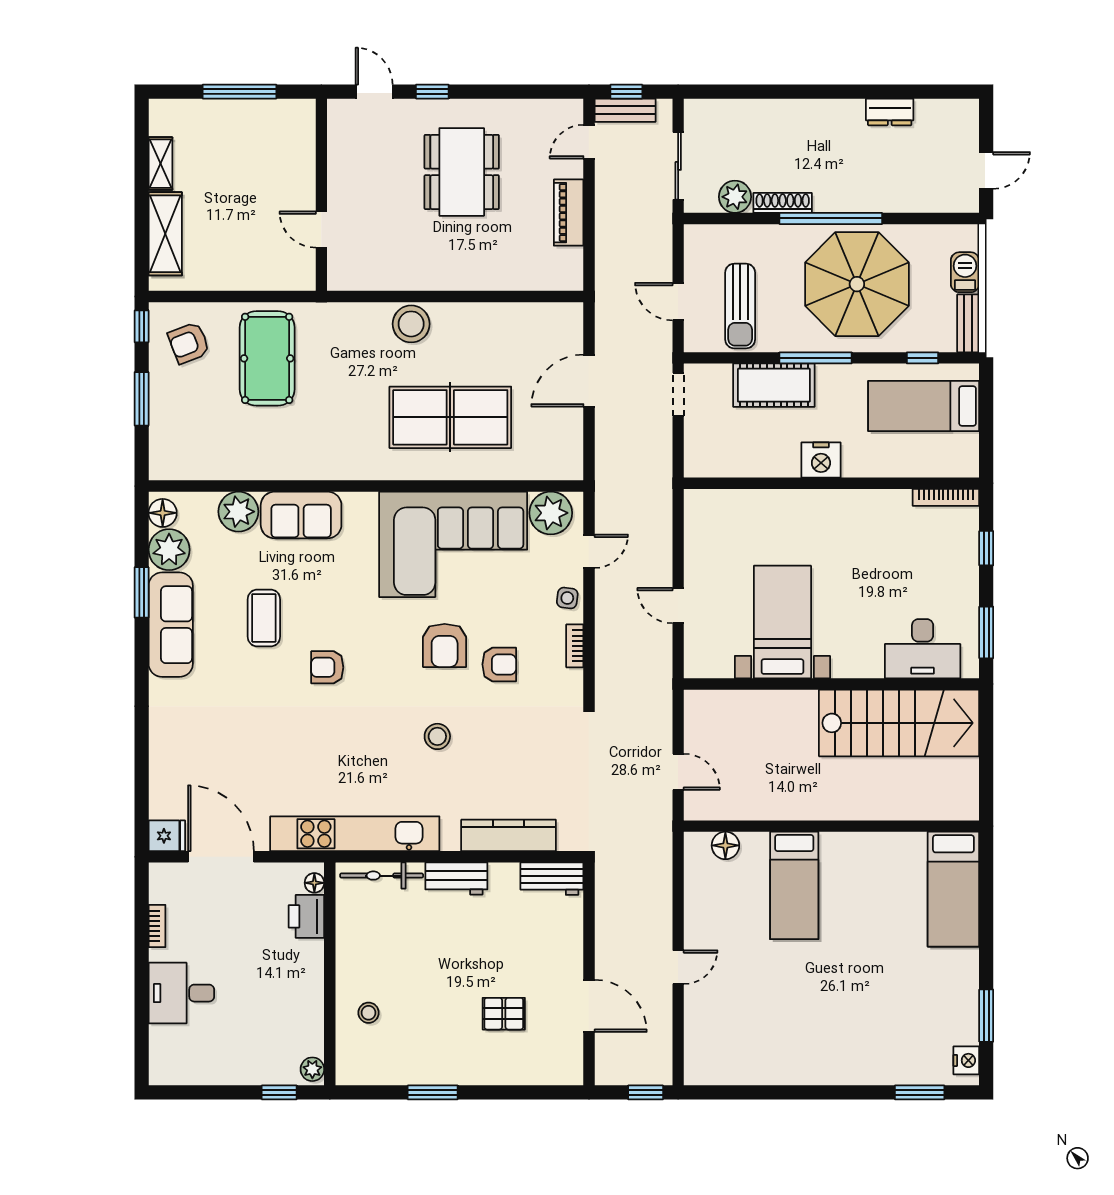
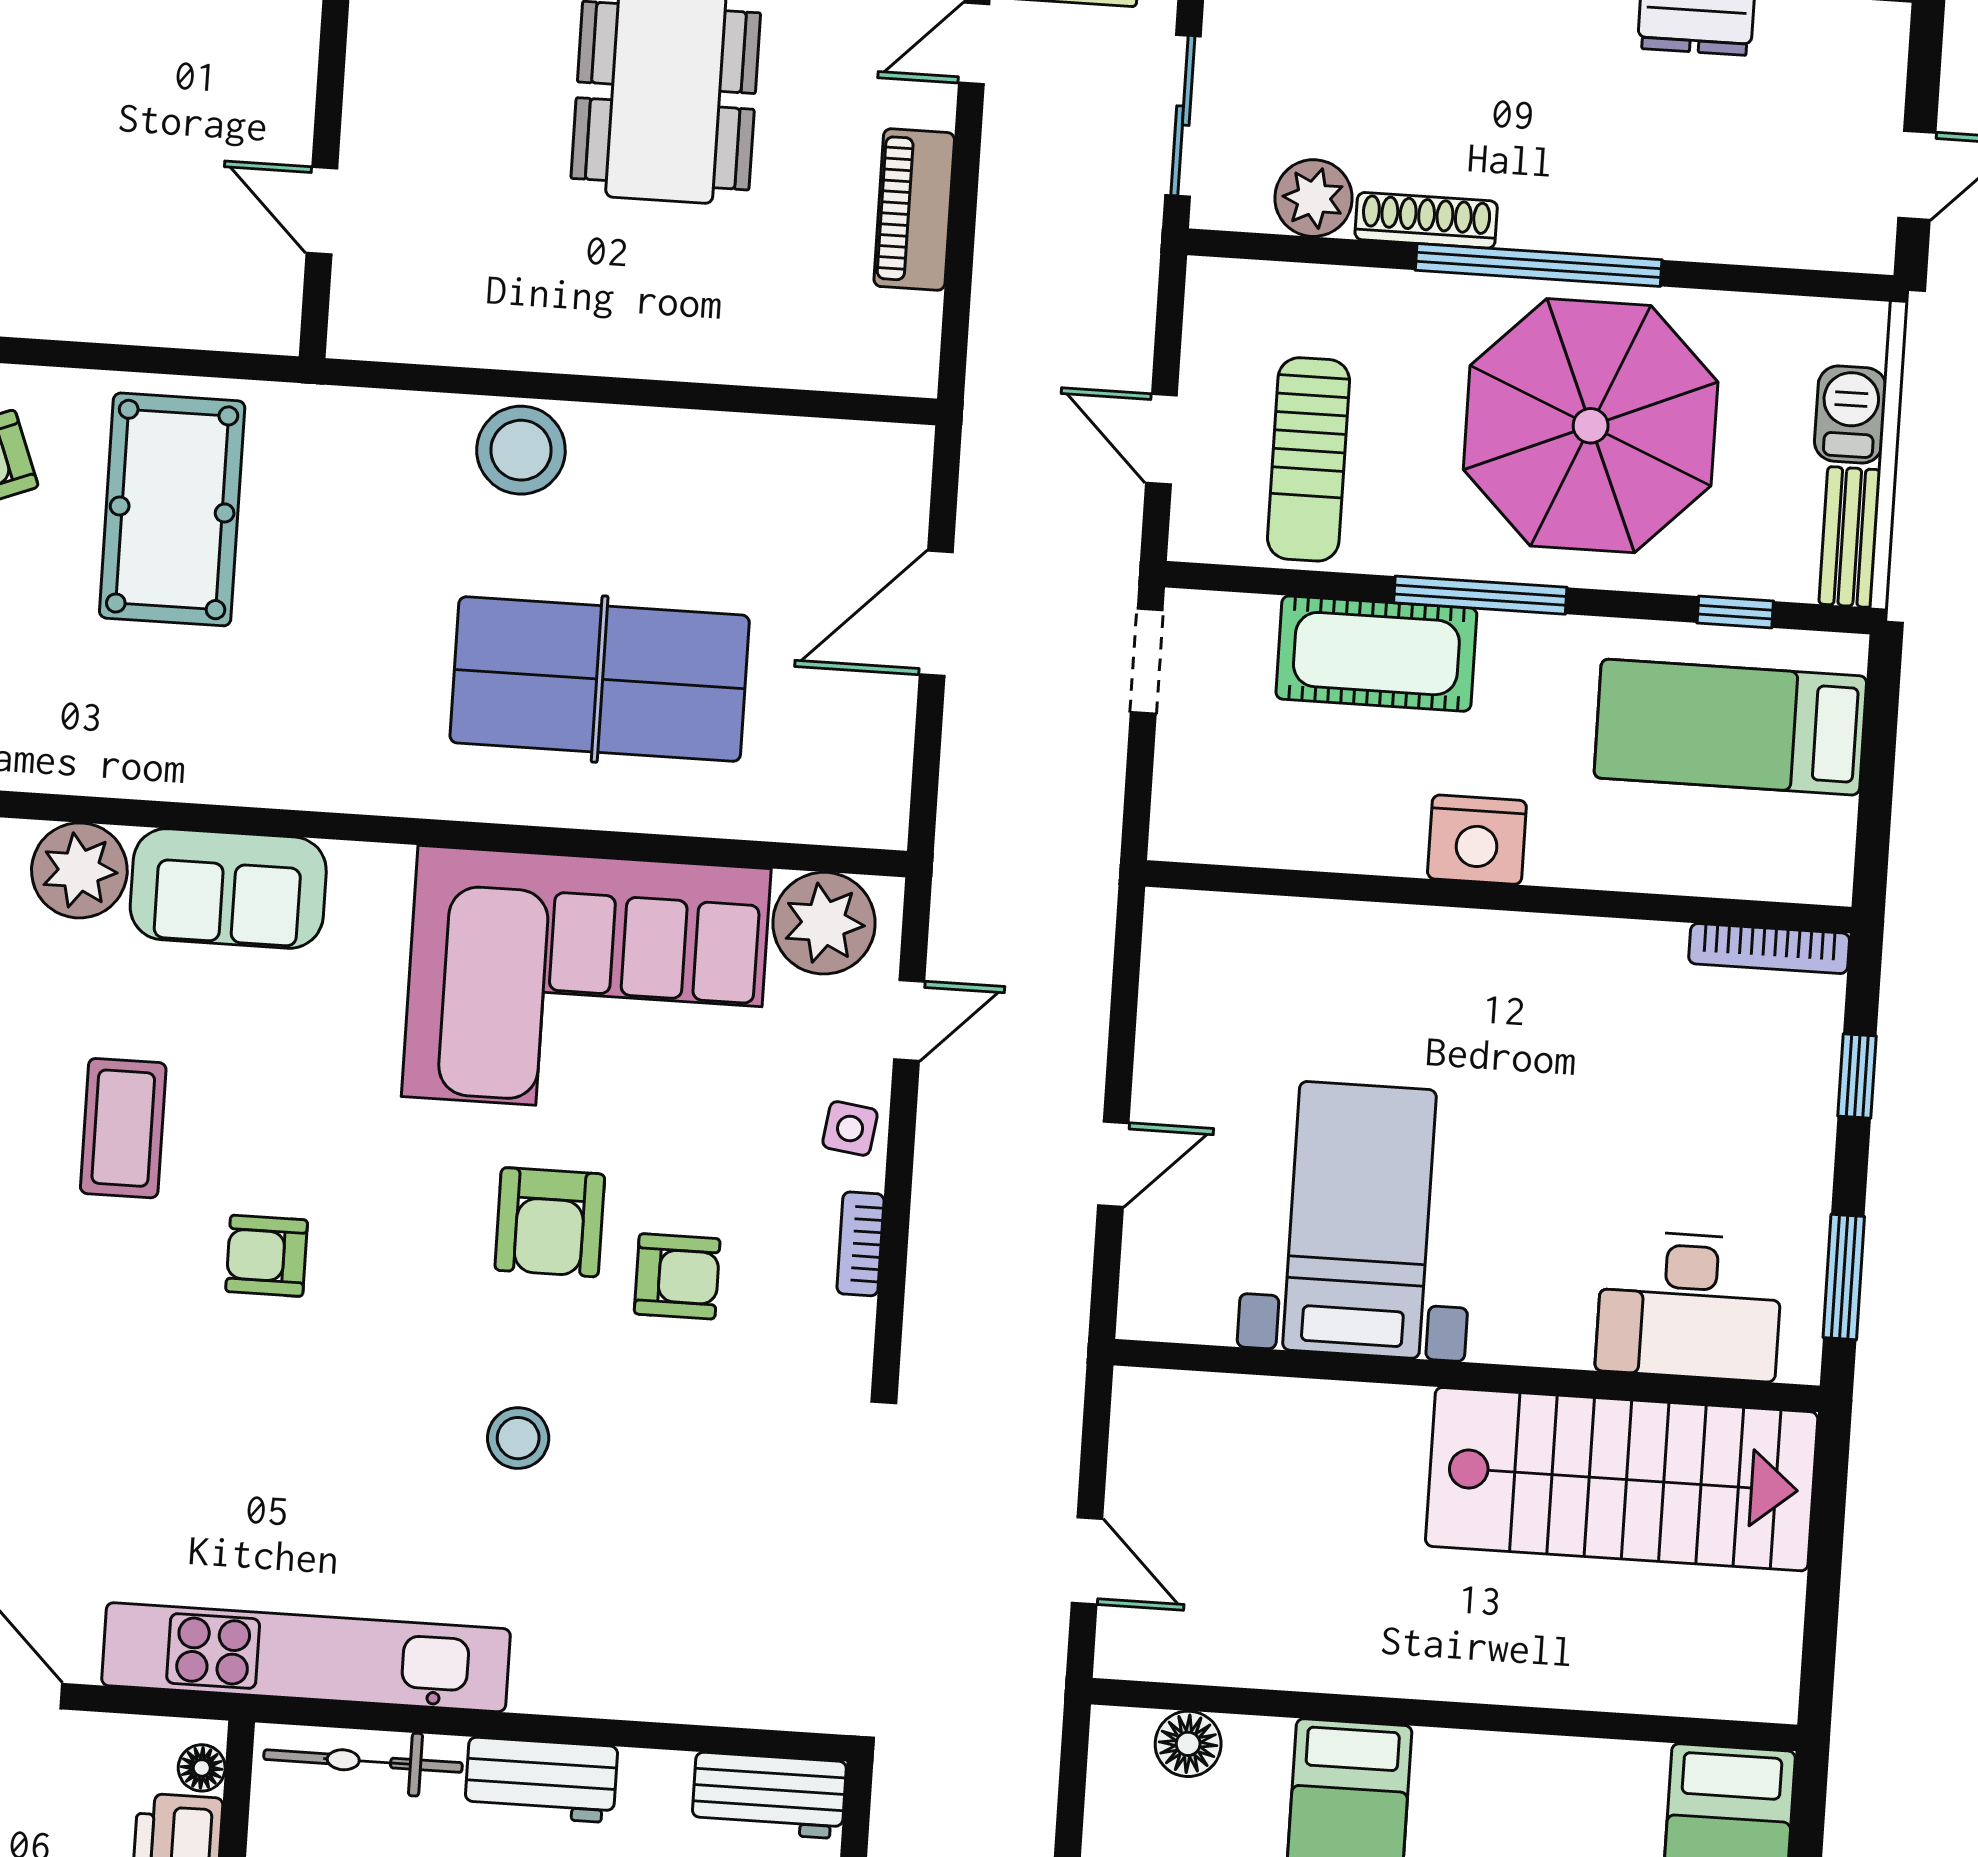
door: (678, 606) -> (1113, 1164), swing flipped
kitchen counter: (509, 835) -> (672, 1686), removed

